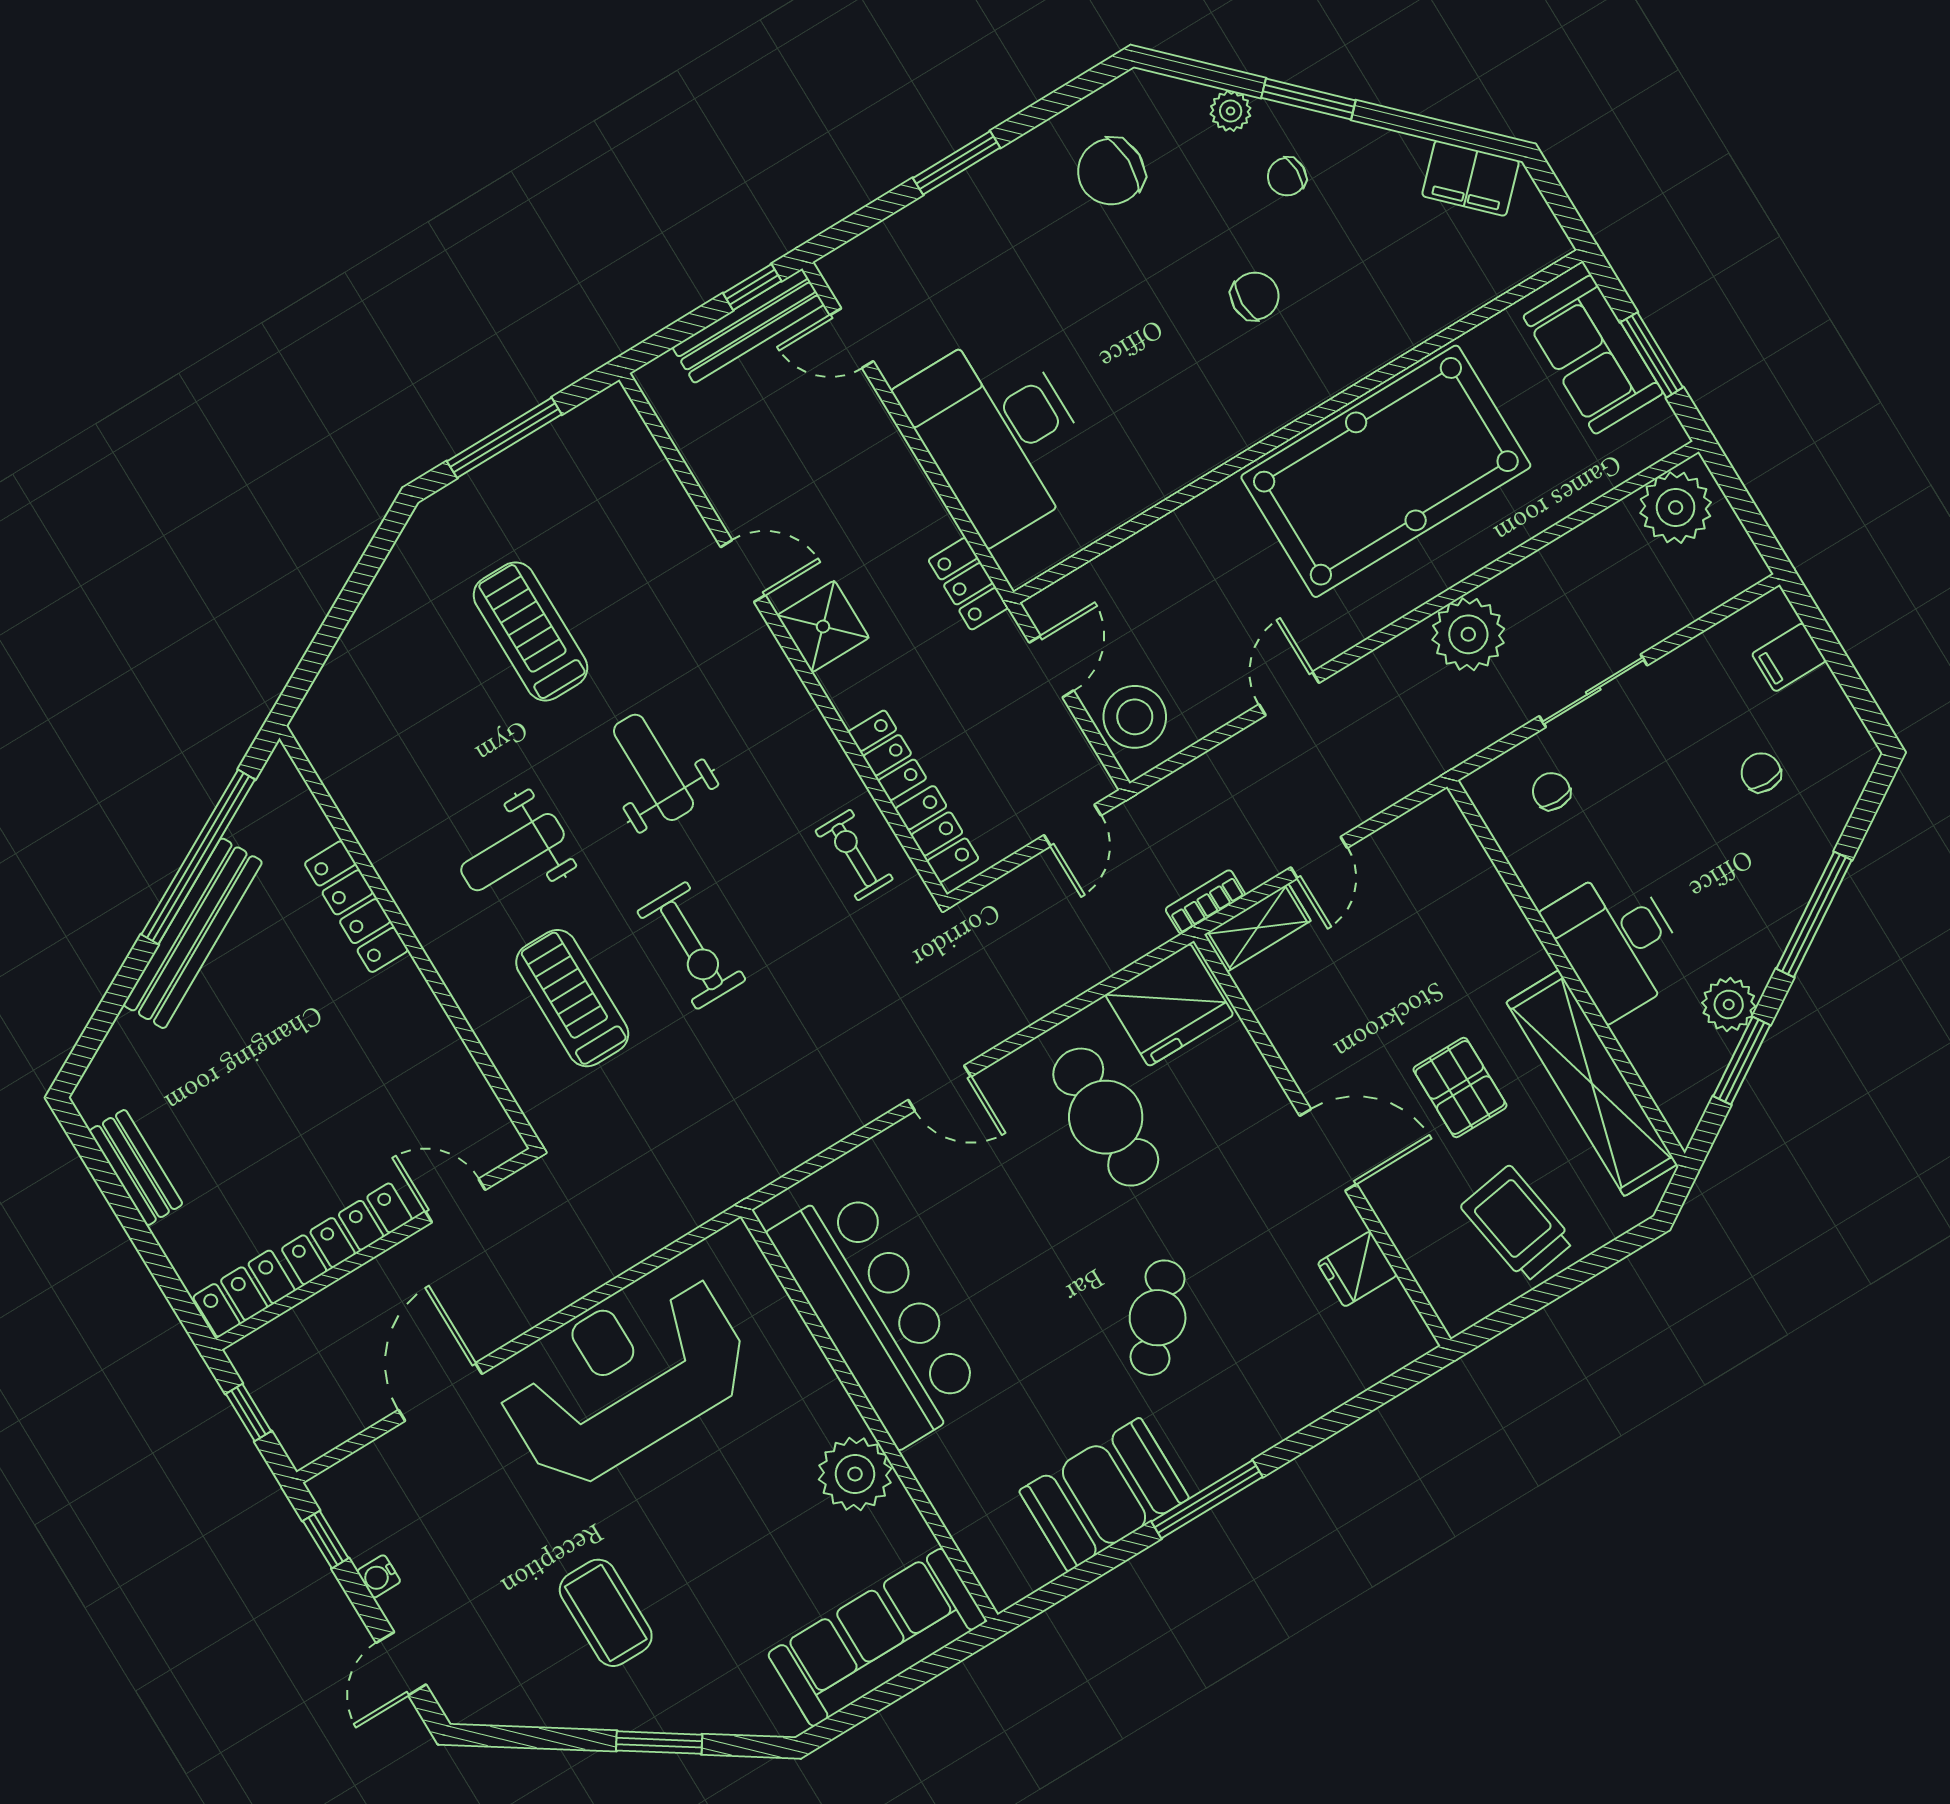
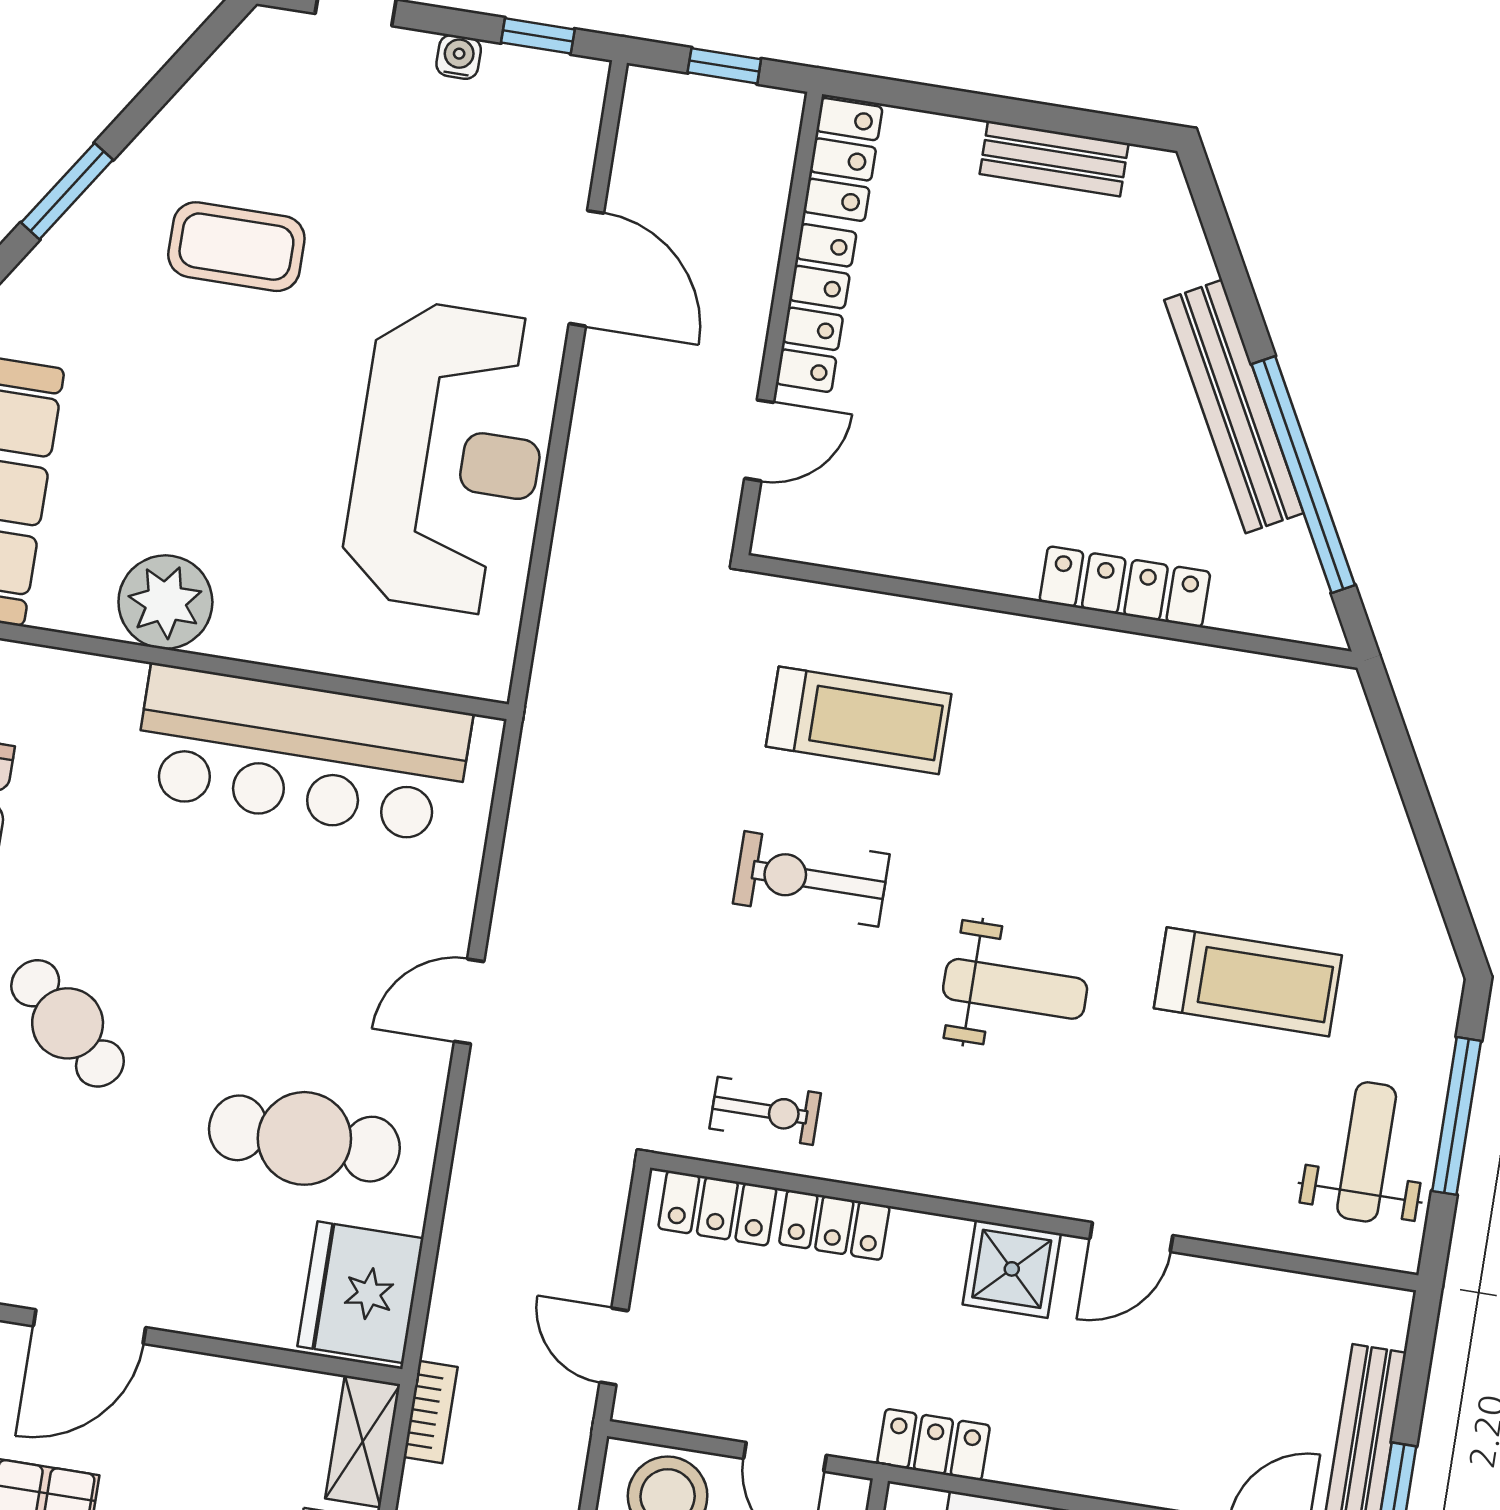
weight bench: (512, 852) -> (1367, 1152), moved

